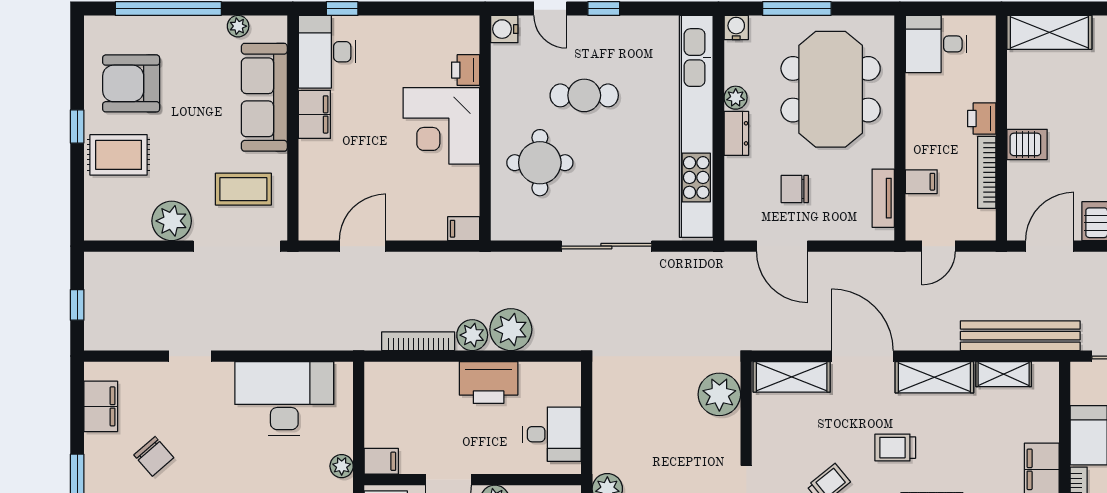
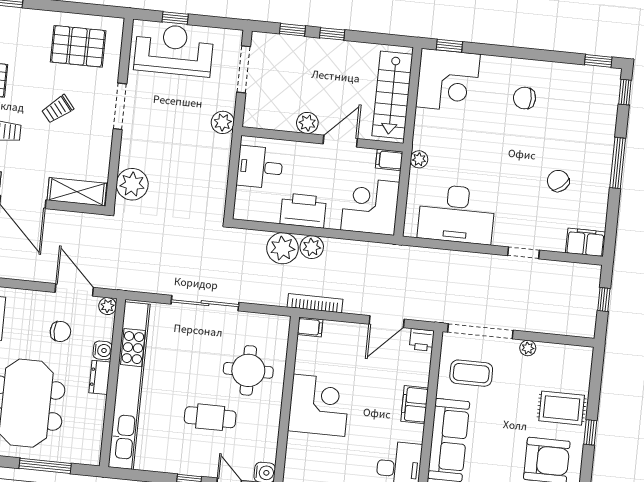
water cooler: (736, 28) -> (103, 350), moved, turned -90
printer: (466, 70) -> (422, 340), moved, turned 90
plant: (736, 98) -> (108, 306), moved
filing cabinet: (314, 114) -> (415, 405), moved
plant: (172, 221) -> (528, 348), width x0.53, depth x0.53
bookcase: (418, 341) -> (315, 303), moved, turned 180
corner desk: (400, 397) -> (370, 206), added
filing cabinet: (101, 406) -> (585, 242), moved, turned 90

